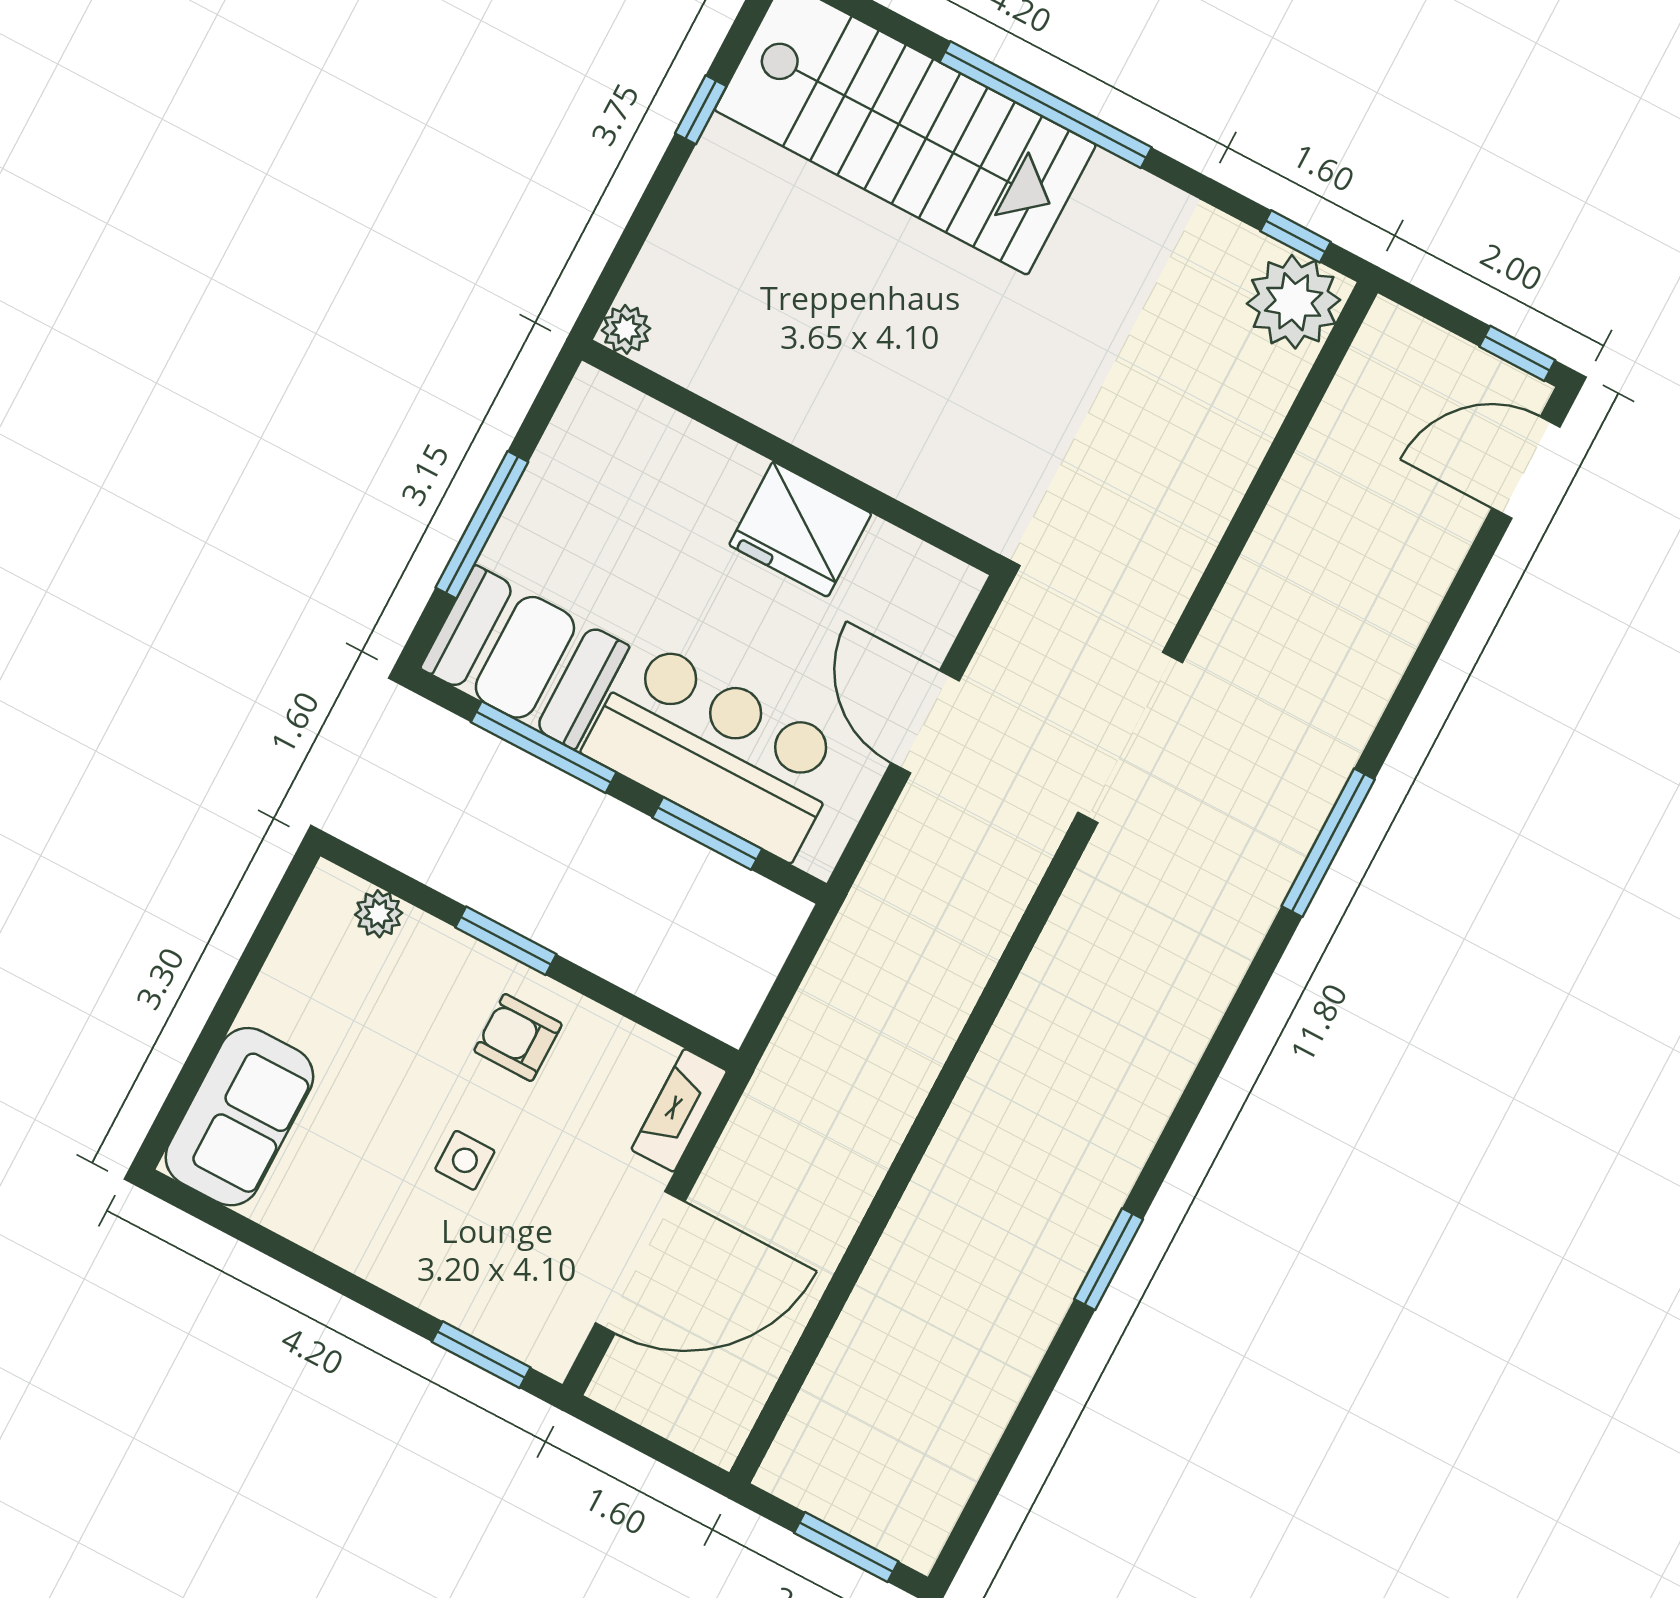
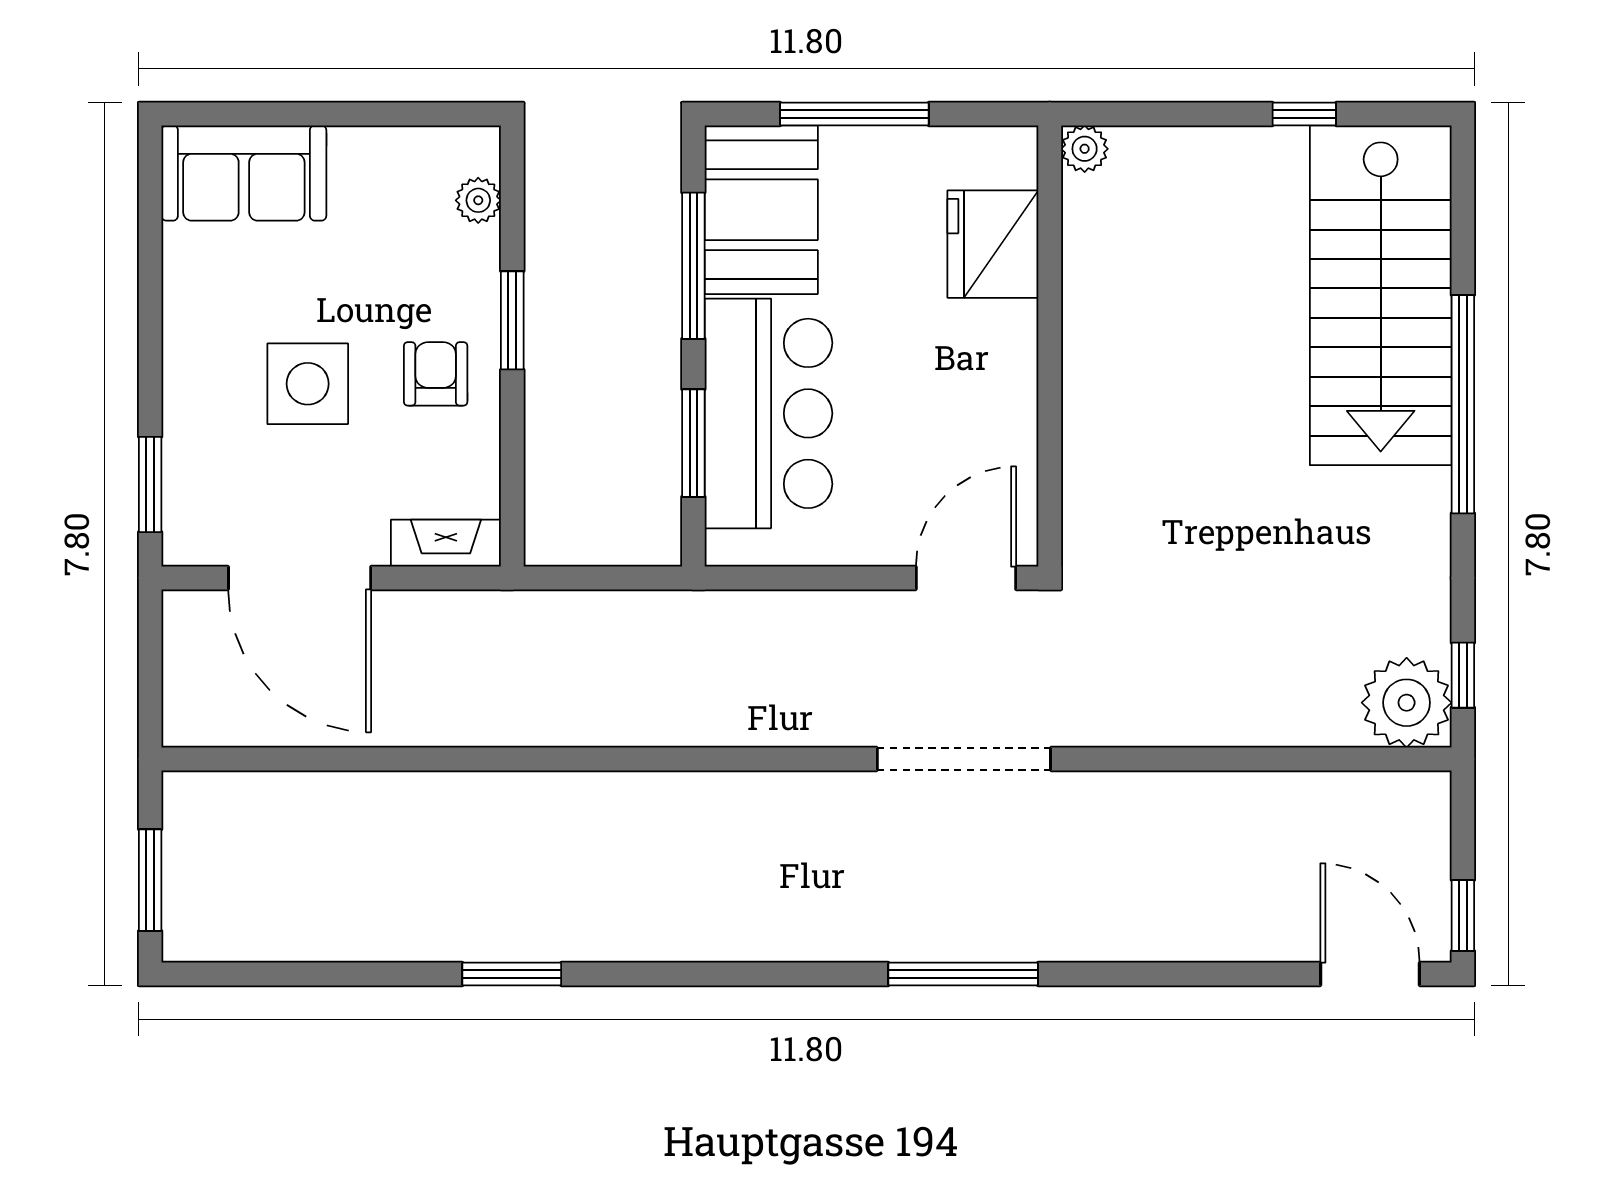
fridge: (800, 529) -> (993, 244), moved
door: (925, 722) -> (966, 578), moved
side table: (465, 1160) -> (308, 384), width x1.87, depth x1.87

